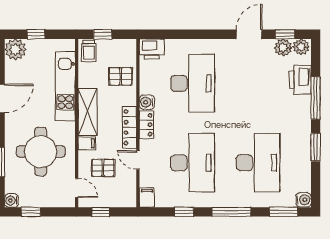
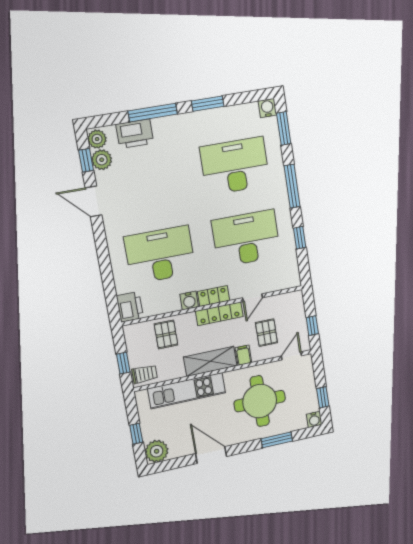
filing cabinet: (147, 197) -> (290, 280), removed

